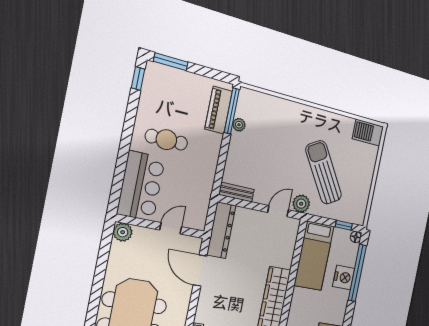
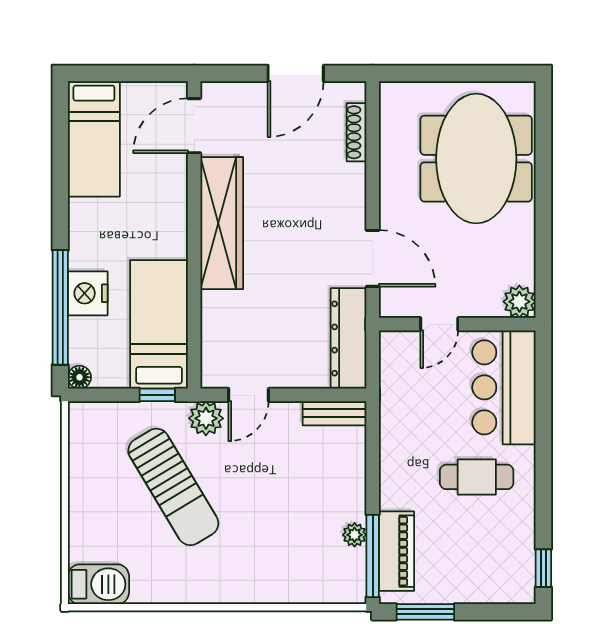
window: (171, 62) -> (425, 612), moved
window: (344, 225) -> (157, 395), moved

